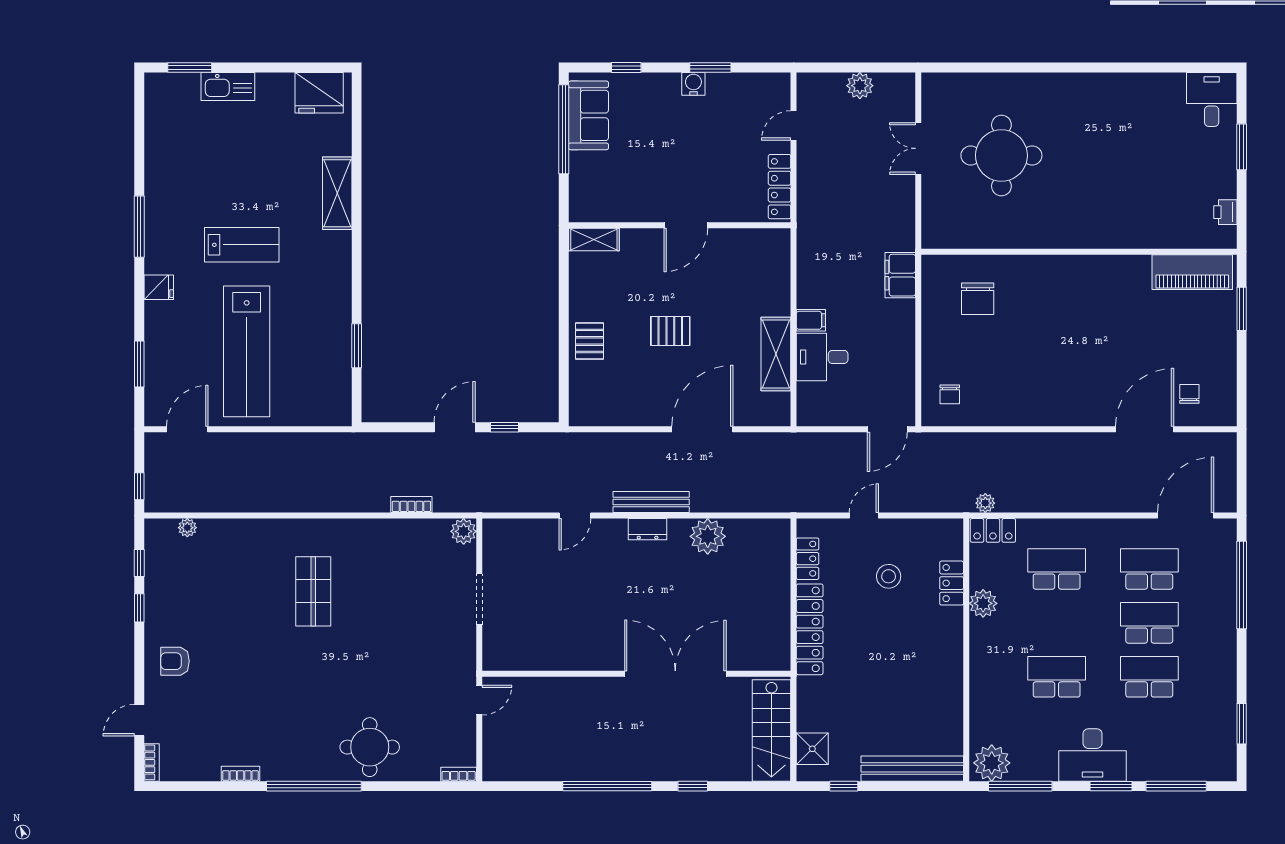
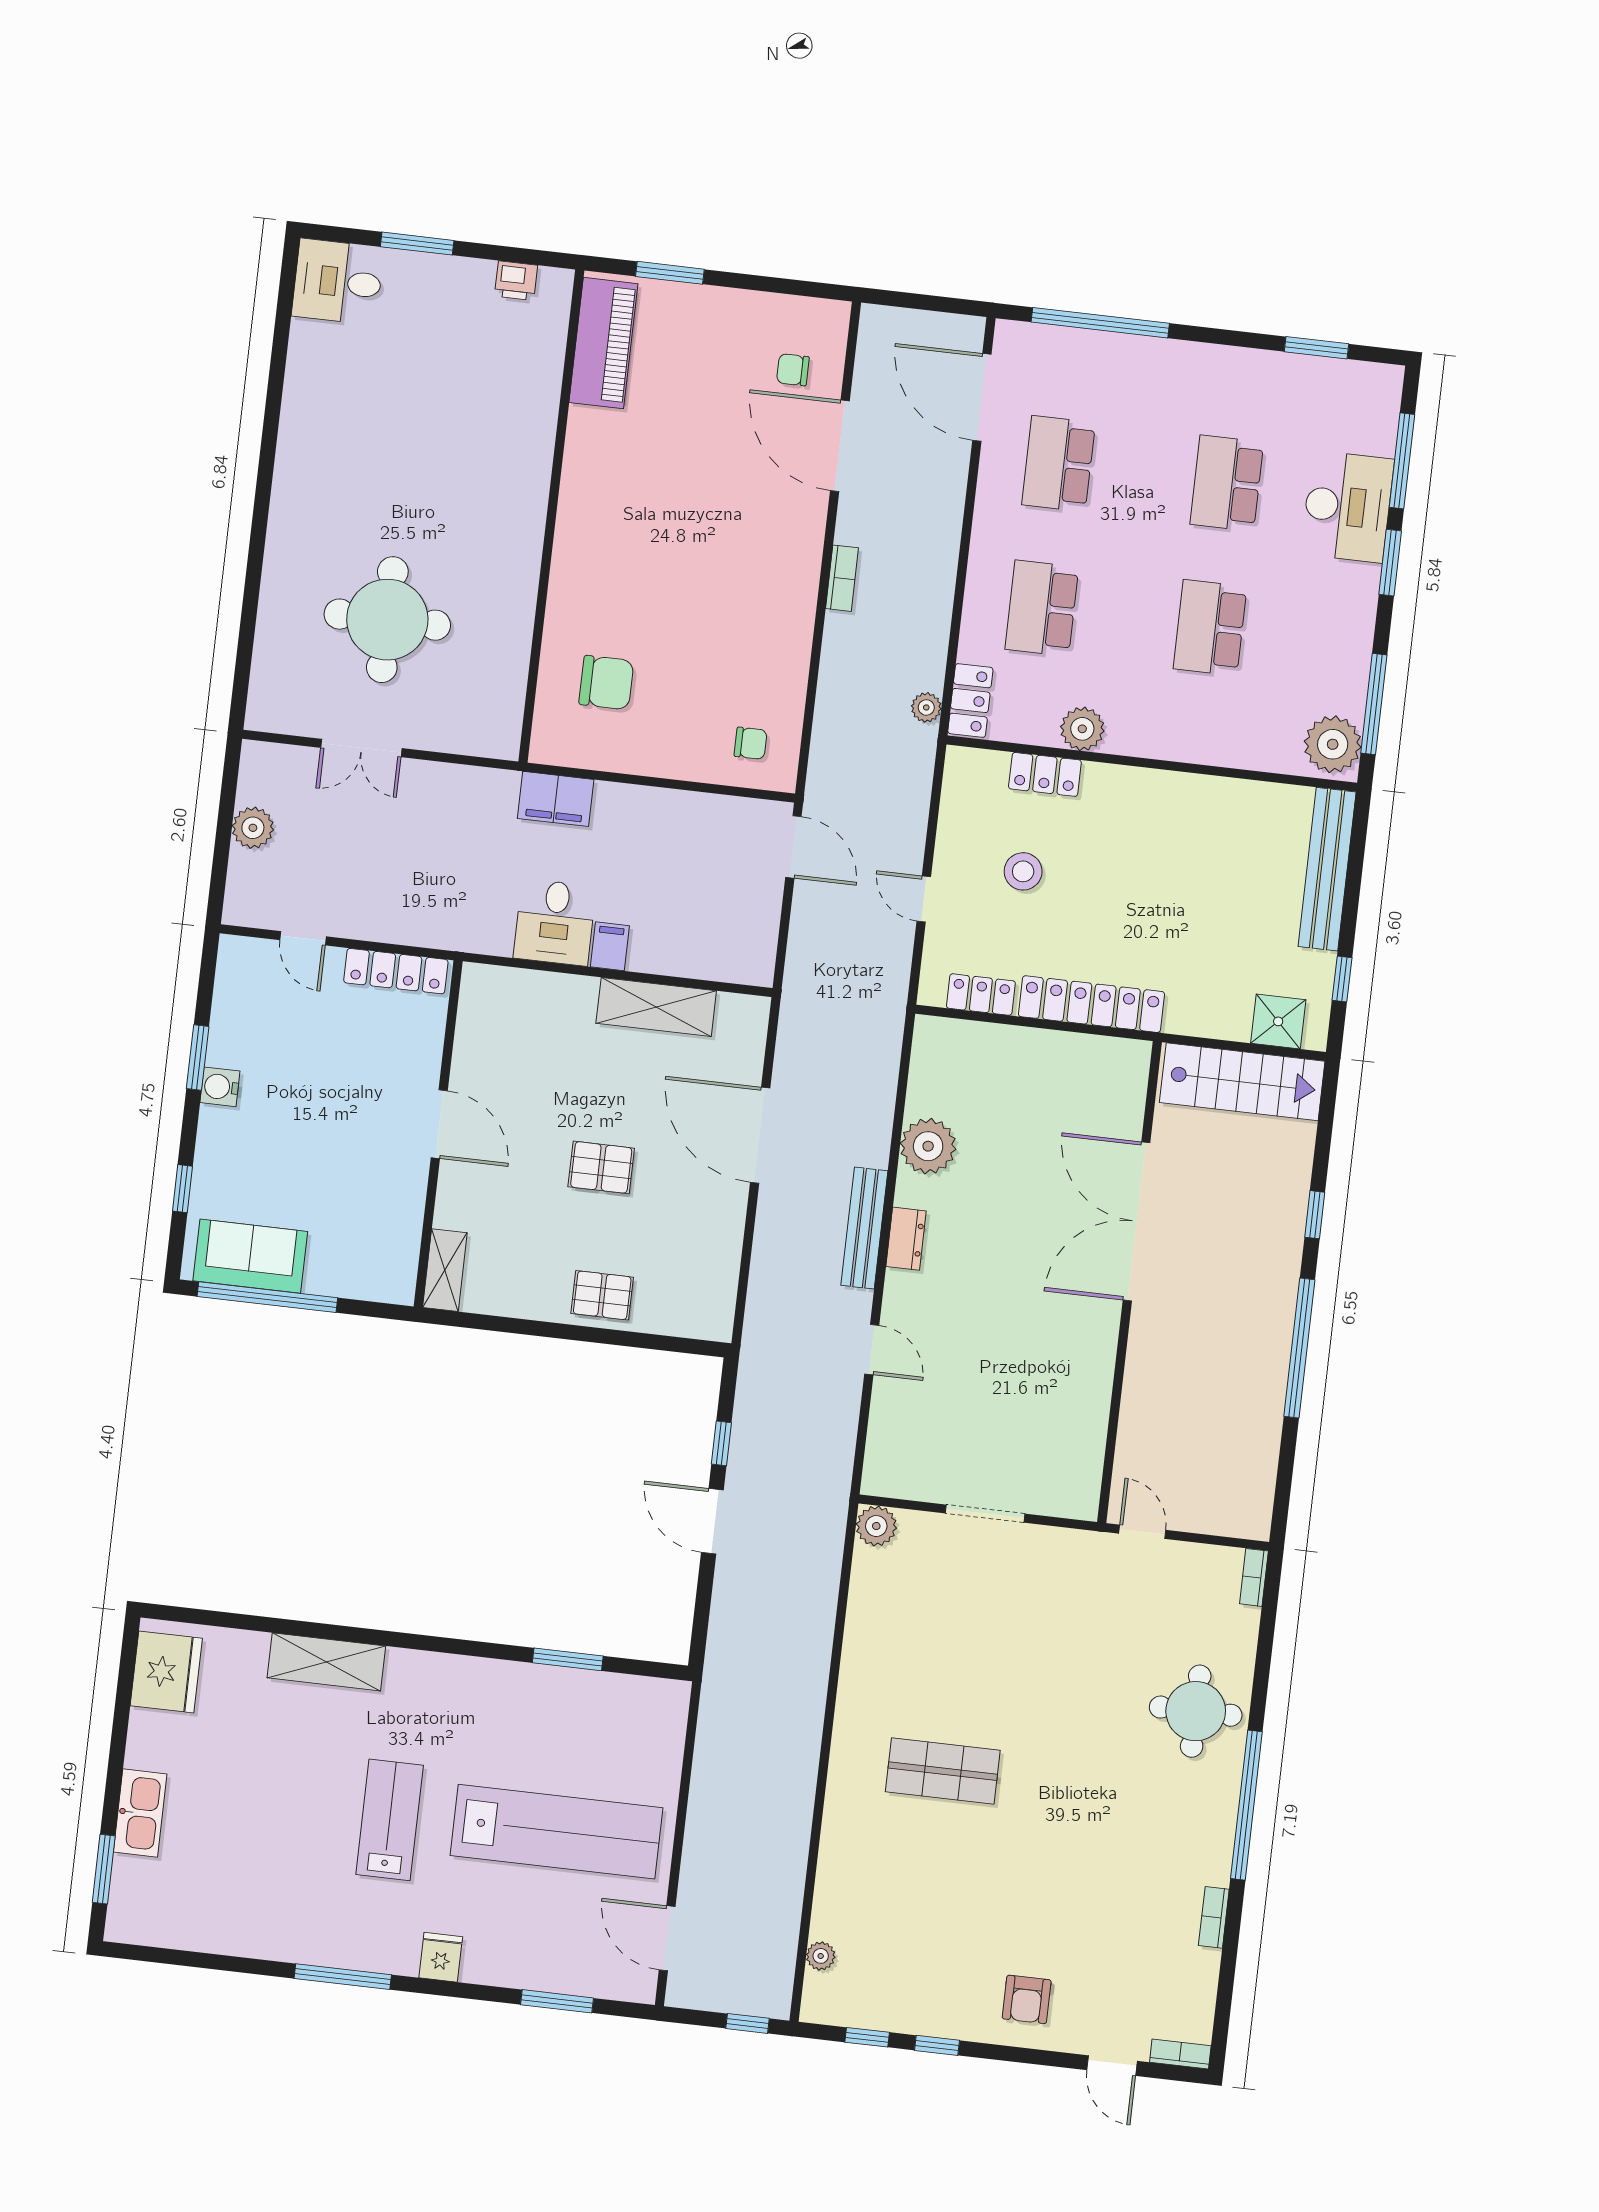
pallet: (670, 331) -> (601, 1167), turned 90
desk: (822, 357) -> (555, 922), moved
bookcase: (411, 504) -> (842, 578), moved, turned 180
school desk: (1149, 623) -> (1143, 473), removed
desk: (1093, 755) -> (1347, 507), moved

